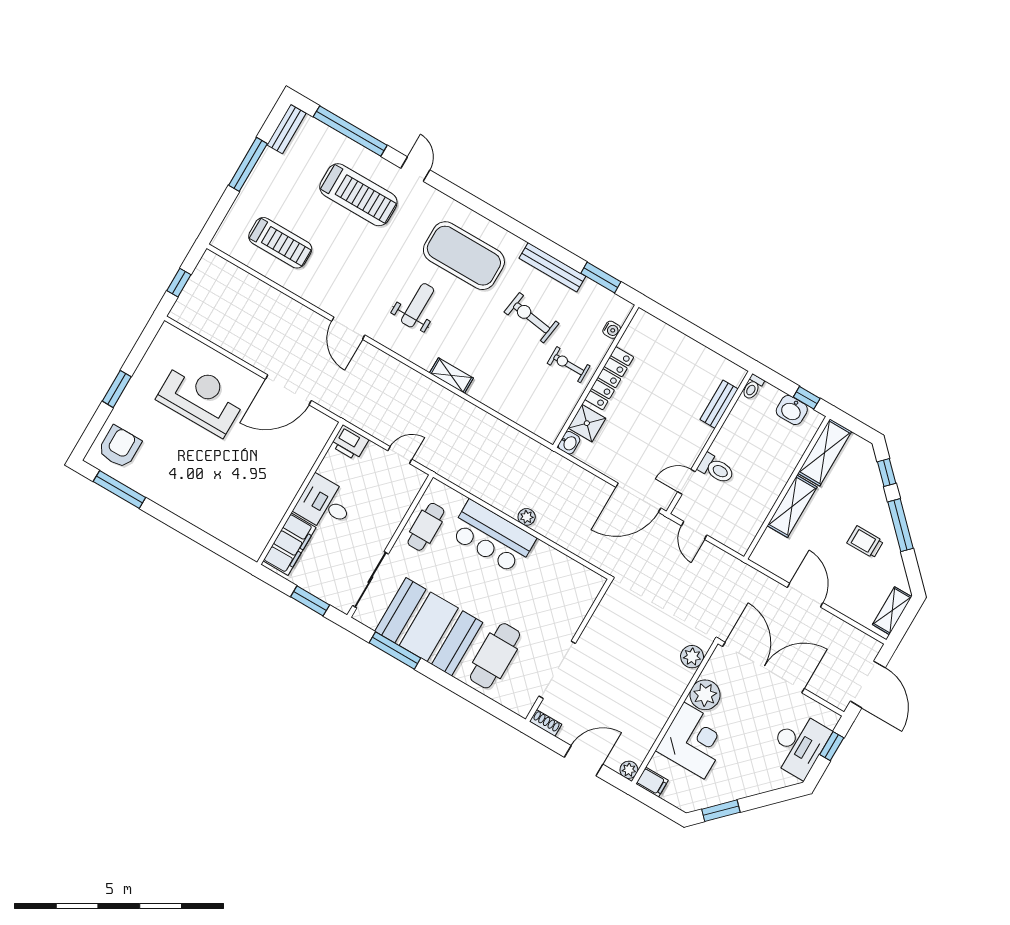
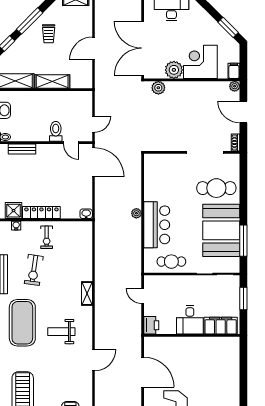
shower: (587, 423) -> (14, 211), moved

